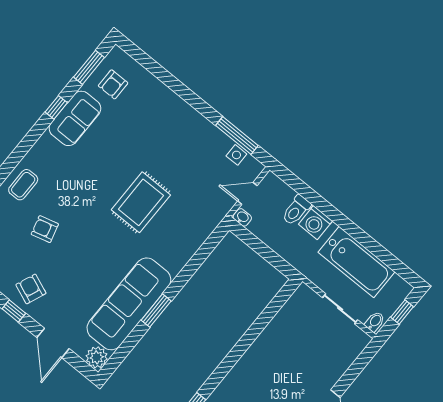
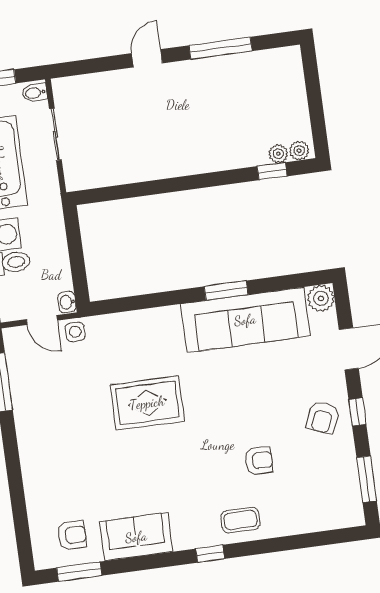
window: (56, 107) -> (210, 554), moved
side table: (236, 155) -> (75, 332), moved
armchair: (45, 229) -> (259, 461), turned -75

